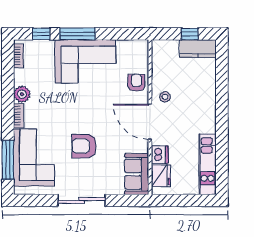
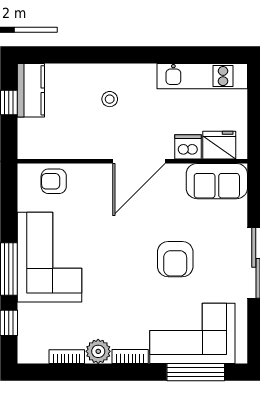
bookcase: (18, 56) -> (67, 357), moved
armchair: (136, 83) -> (54, 181), moved
stool: (165, 97) -> (110, 99), moved

